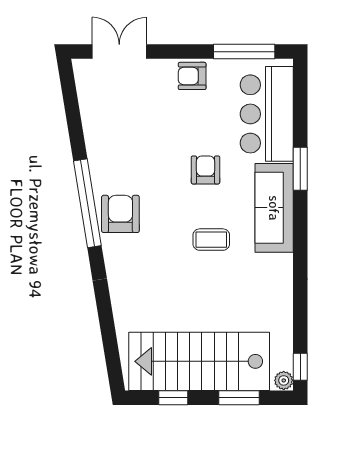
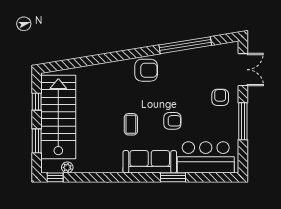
window: (244, 52) -> (243, 121), moved
armchair: (192, 76) -> (220, 97), moved
window: (87, 203) -> (185, 45), moved
plant: (284, 380) -> (67, 167), moved

